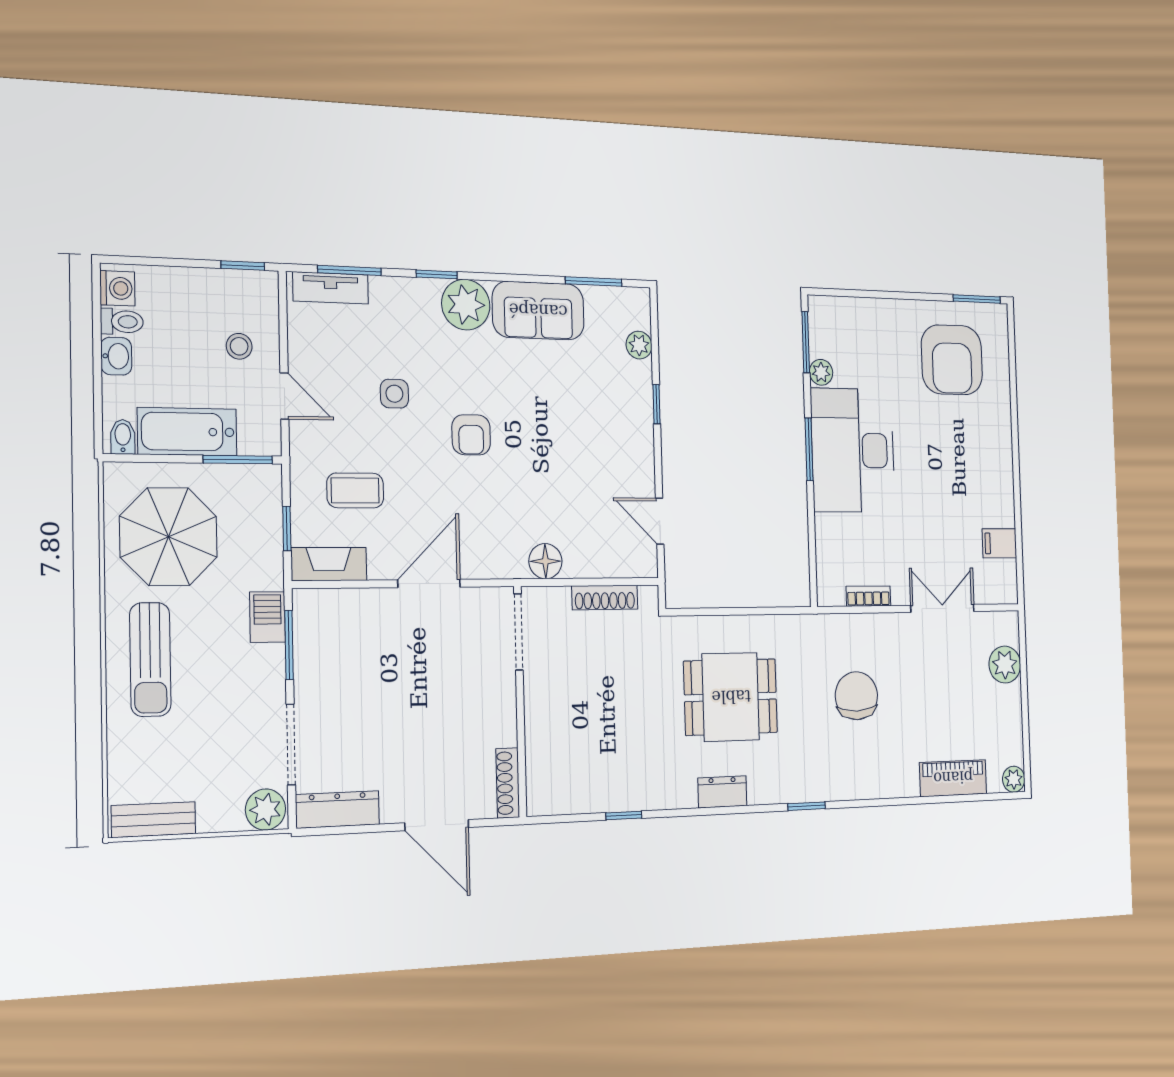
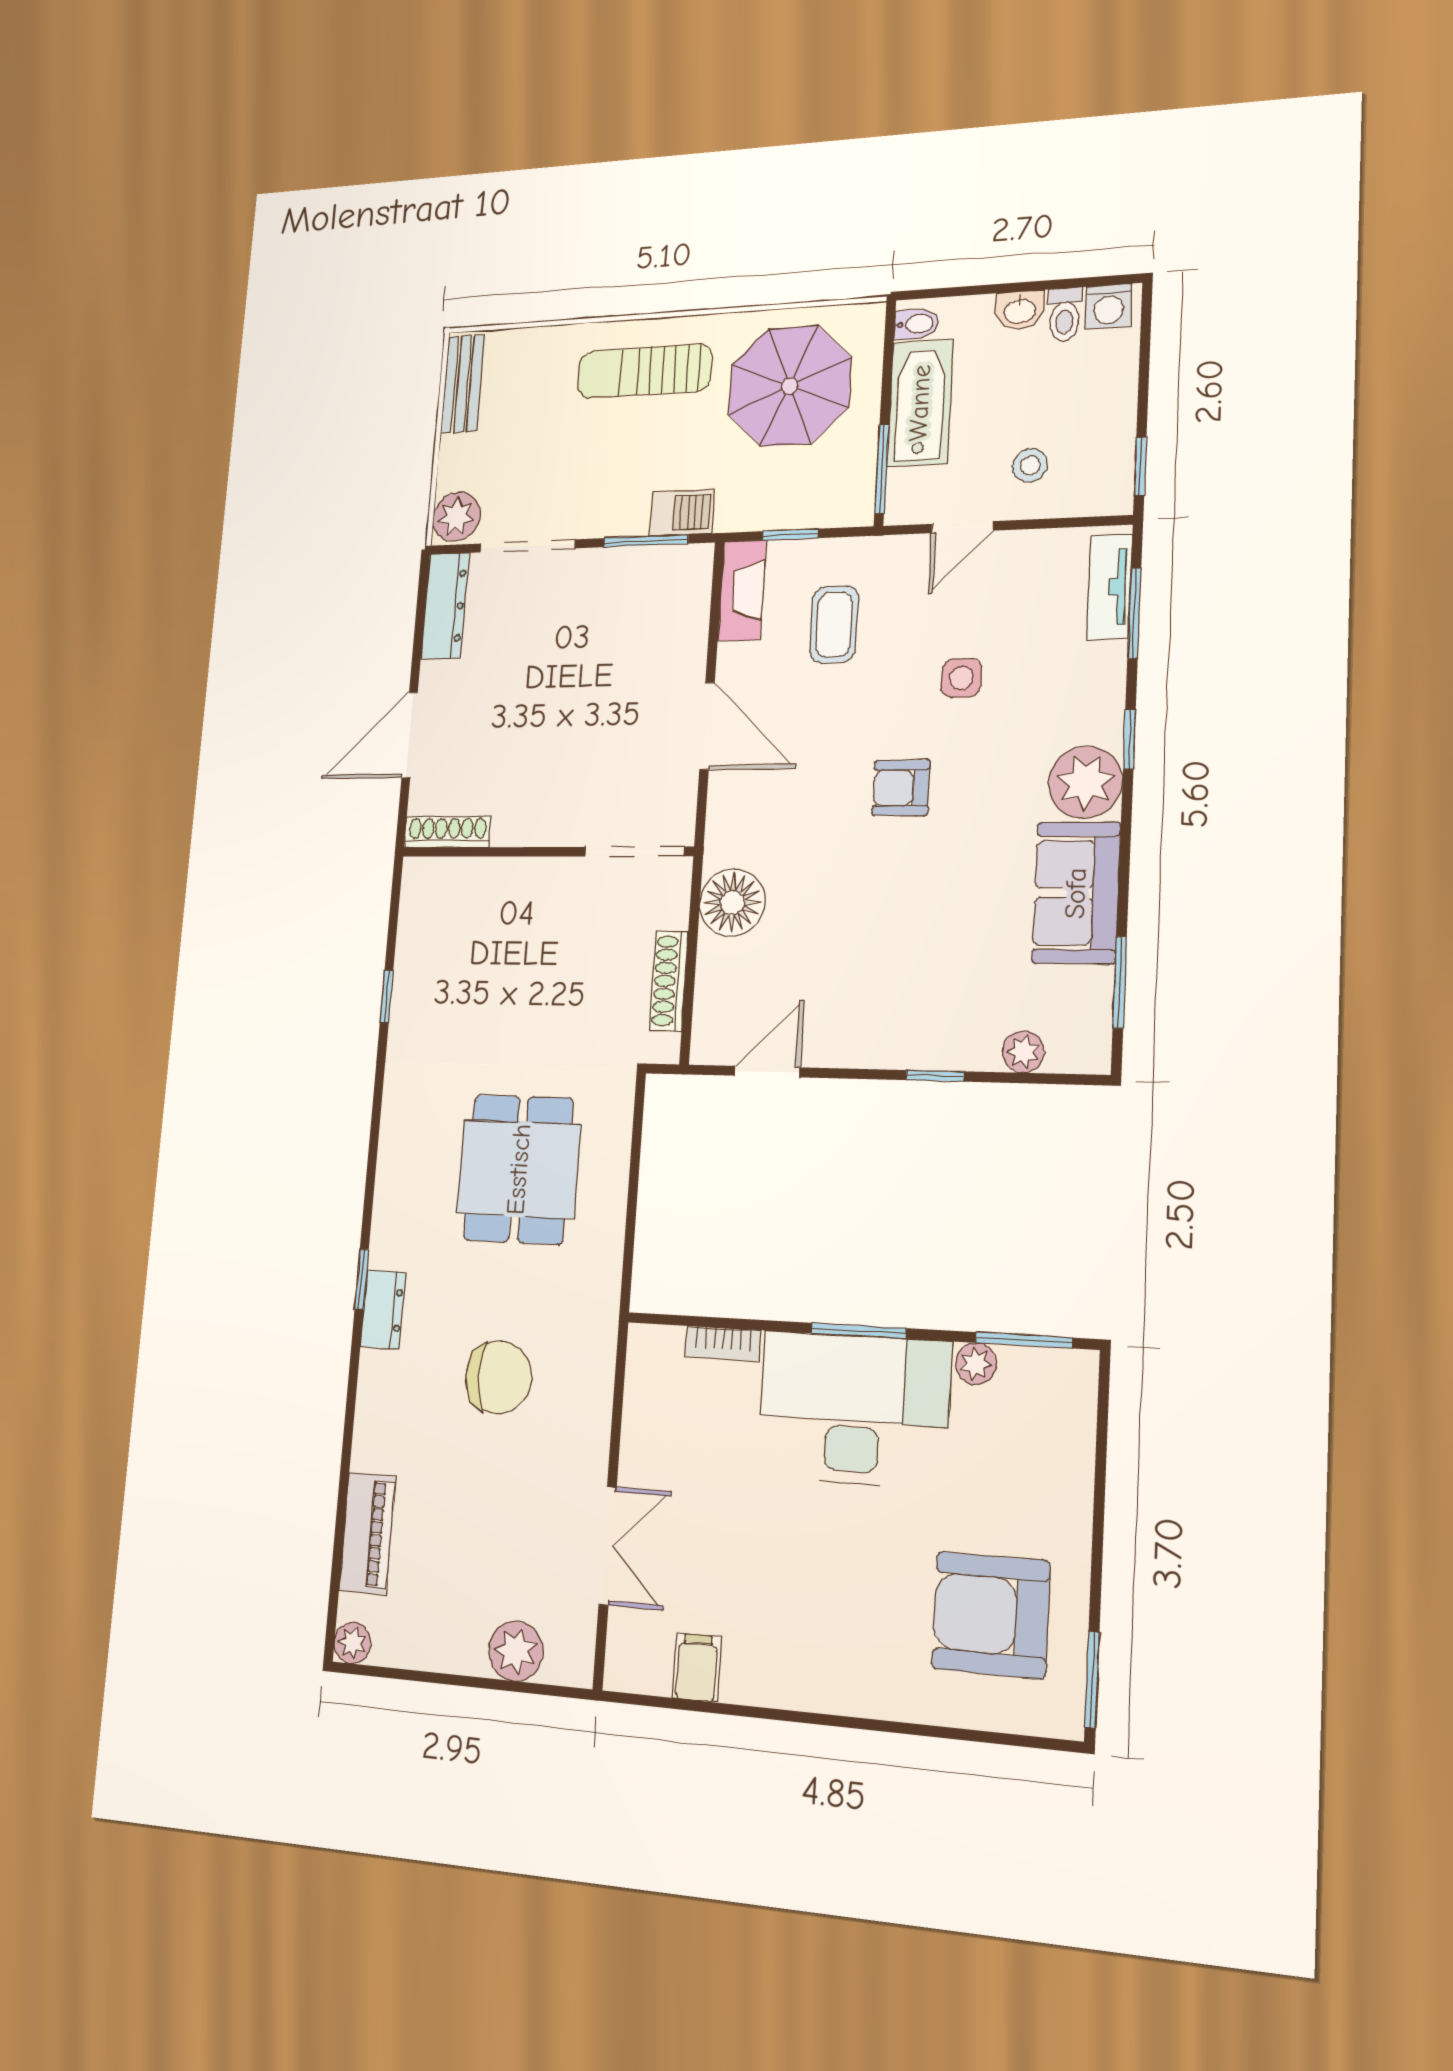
floor lamp: (545, 561) -> (732, 903), width x1.38, depth x1.38
bookcase: (868, 596) -> (723, 1344), moved, turned 90
dresser: (722, 792) -> (383, 1310), moved

